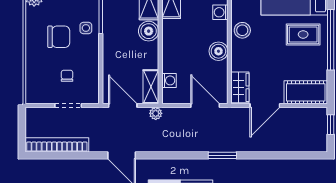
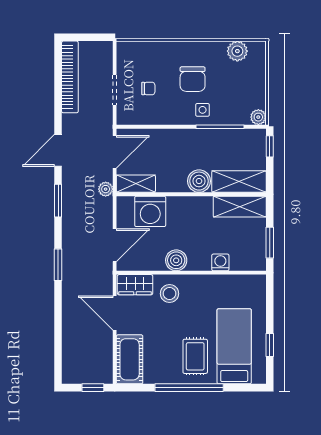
stool: (242, 30) -> (170, 294), moved
washing machine: (169, 80) -> (150, 211), width x1.89, depth x1.89
window: (166, 155) -> (58, 201), added

